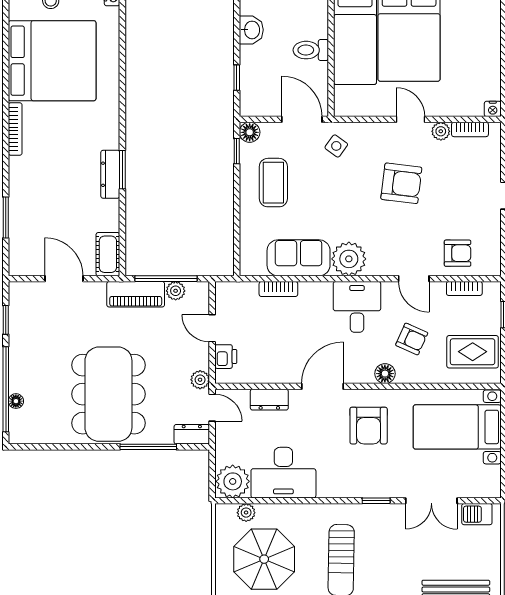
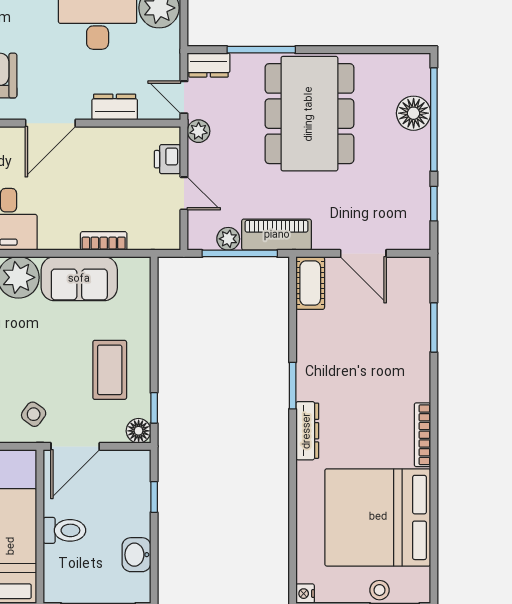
door: (302, 119) -> (75, 446), hinge flipped
dresser: (110, 174) -> (307, 431), moved
floor lamp: (16, 401) -> (414, 113), width x1.89, depth x1.89

